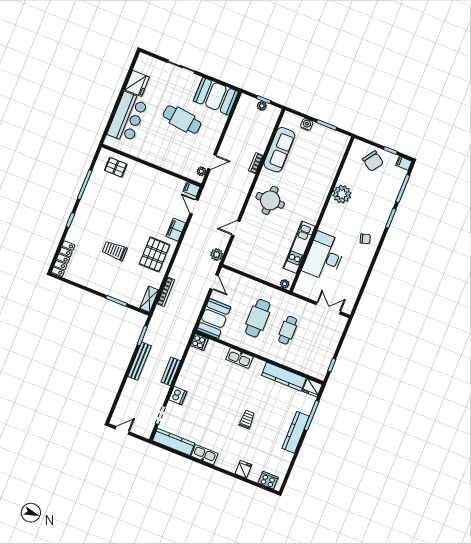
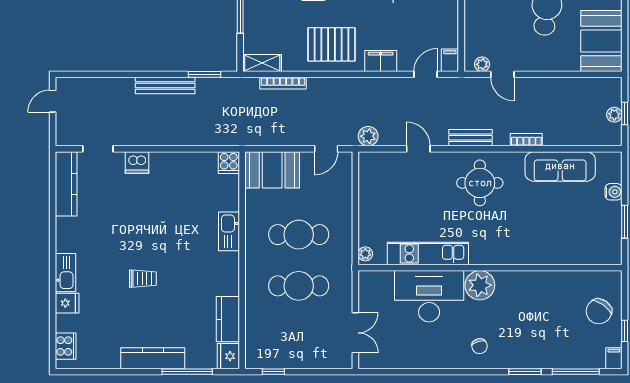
plant: (342, 194) -> (480, 285), moved
cafe table: (288, 330) -> (299, 286), width x1.37, depth x1.35
bench: (171, 371) -> (471, 138), moved
kitchen counter: (284, 377) -> (228, 319), width x0.67
door: (122, 430) -> (53, 101), swing flipped
kitchen sink: (204, 455) -> (66, 273), moved

